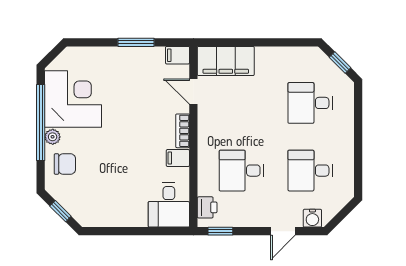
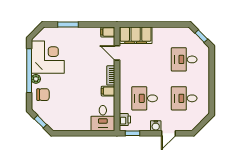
window: (136, 42) -> (68, 25), moved
water cooler: (312, 218) -> (156, 126), moved

